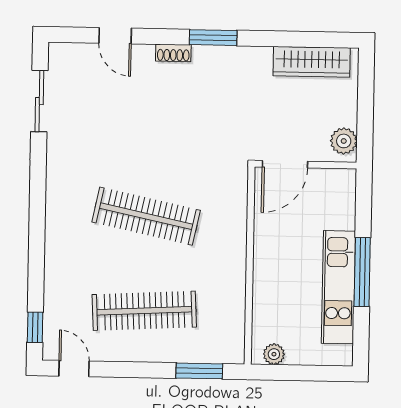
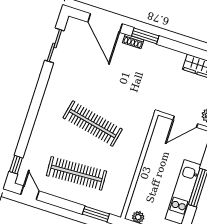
door: (115, 36) -> (105, 23), width x1.88
window: (213, 38) -> (145, 36), moved
door: (285, 164) -> (185, 122), moved

